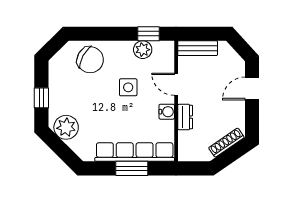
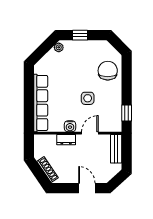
plant: (143, 50) -> (115, 109), removed
chair: (90, 60) -> (108, 71), turned 151
plant: (66, 127) -> (59, 47), width x0.53, depth x0.53
window: (132, 168) -> (29, 101), removed

